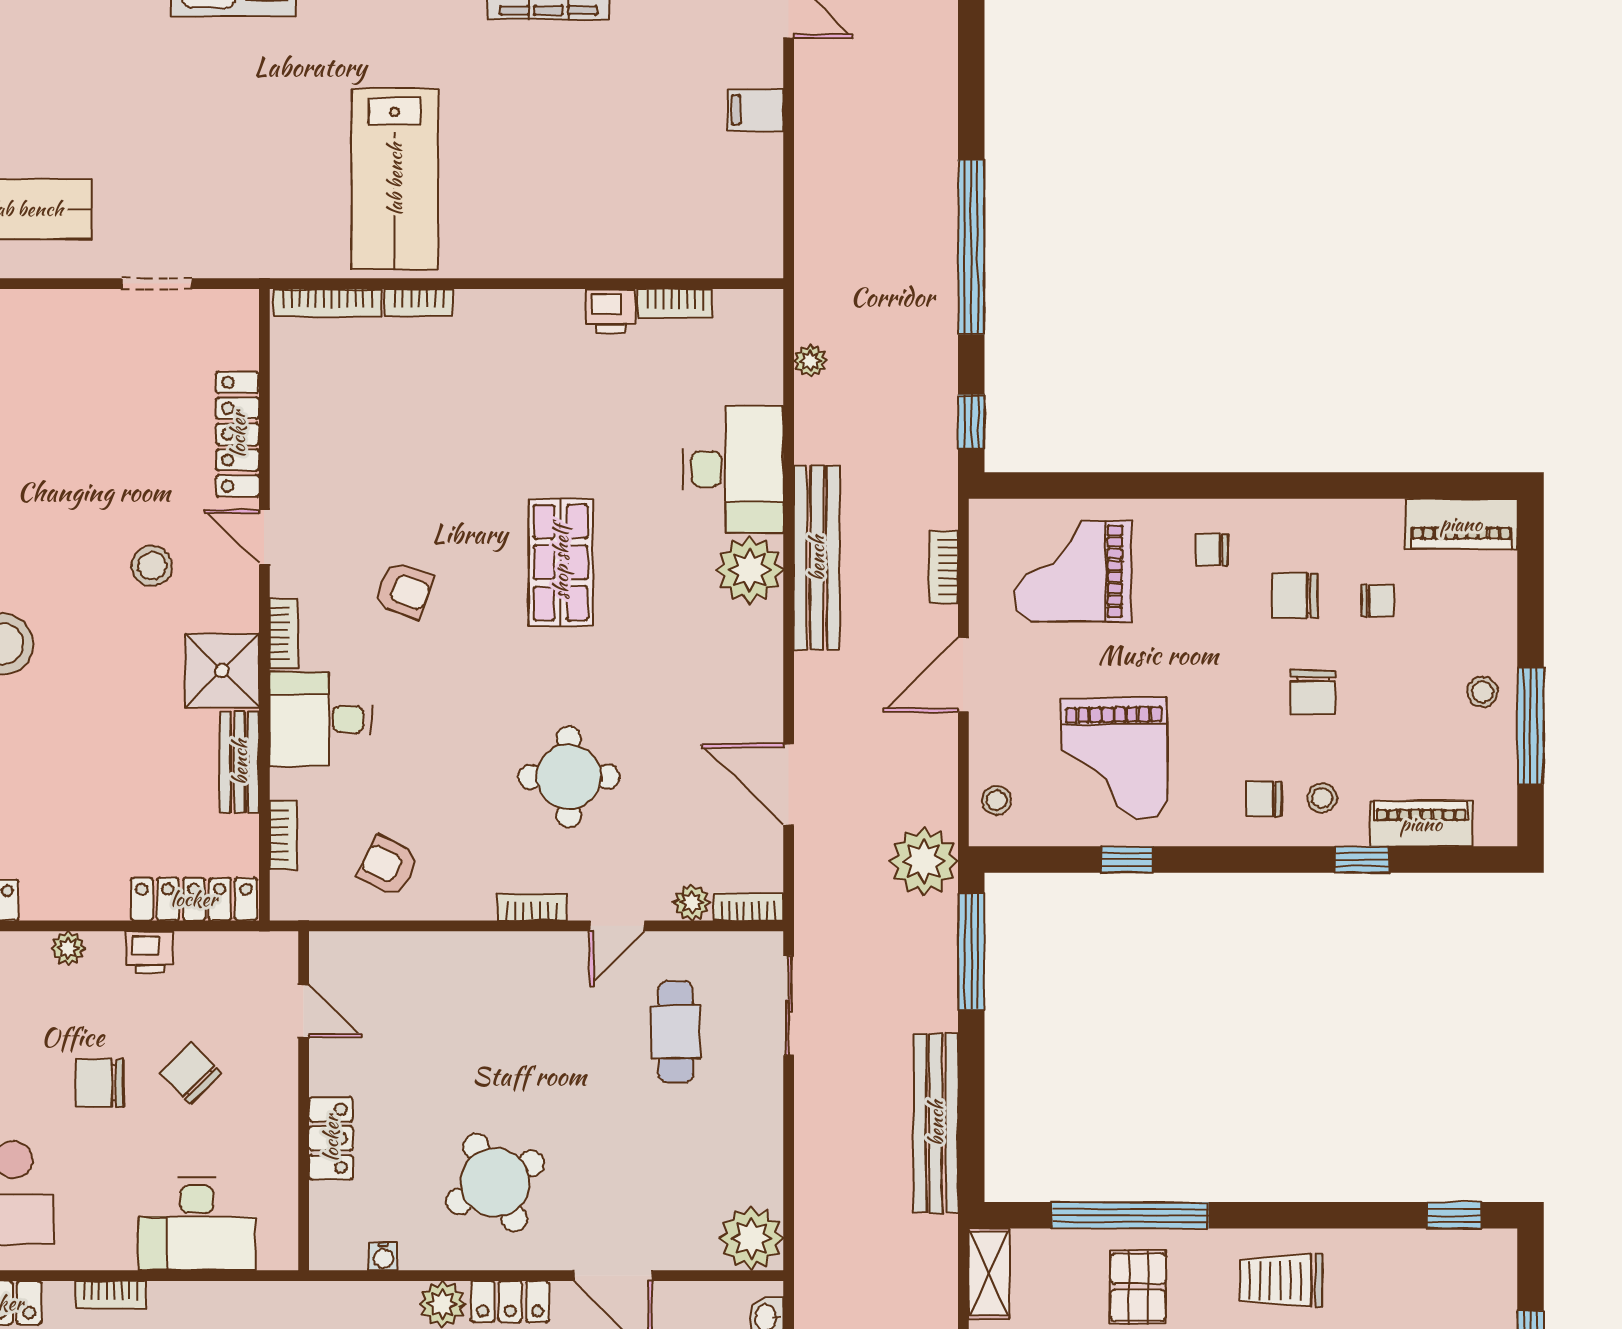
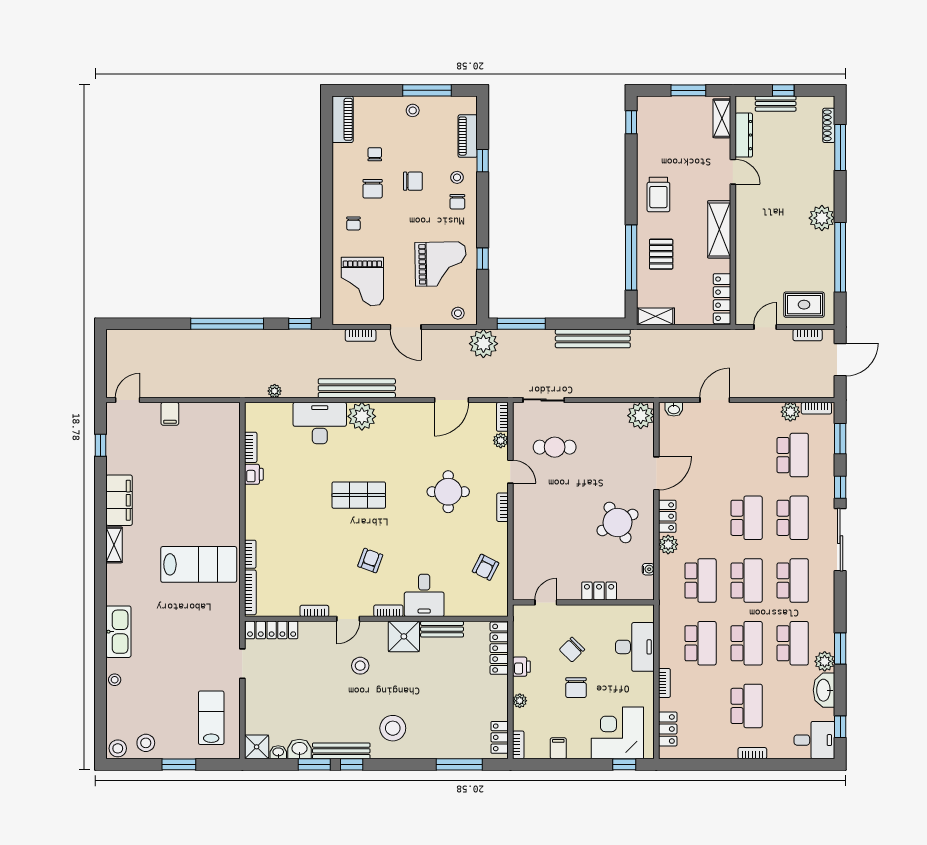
locker: (238, 434) -> (272, 630), moved
bookcase: (283, 835) -> (314, 611), moved
pallet: (1138, 1287) -> (661, 254), turned 90

